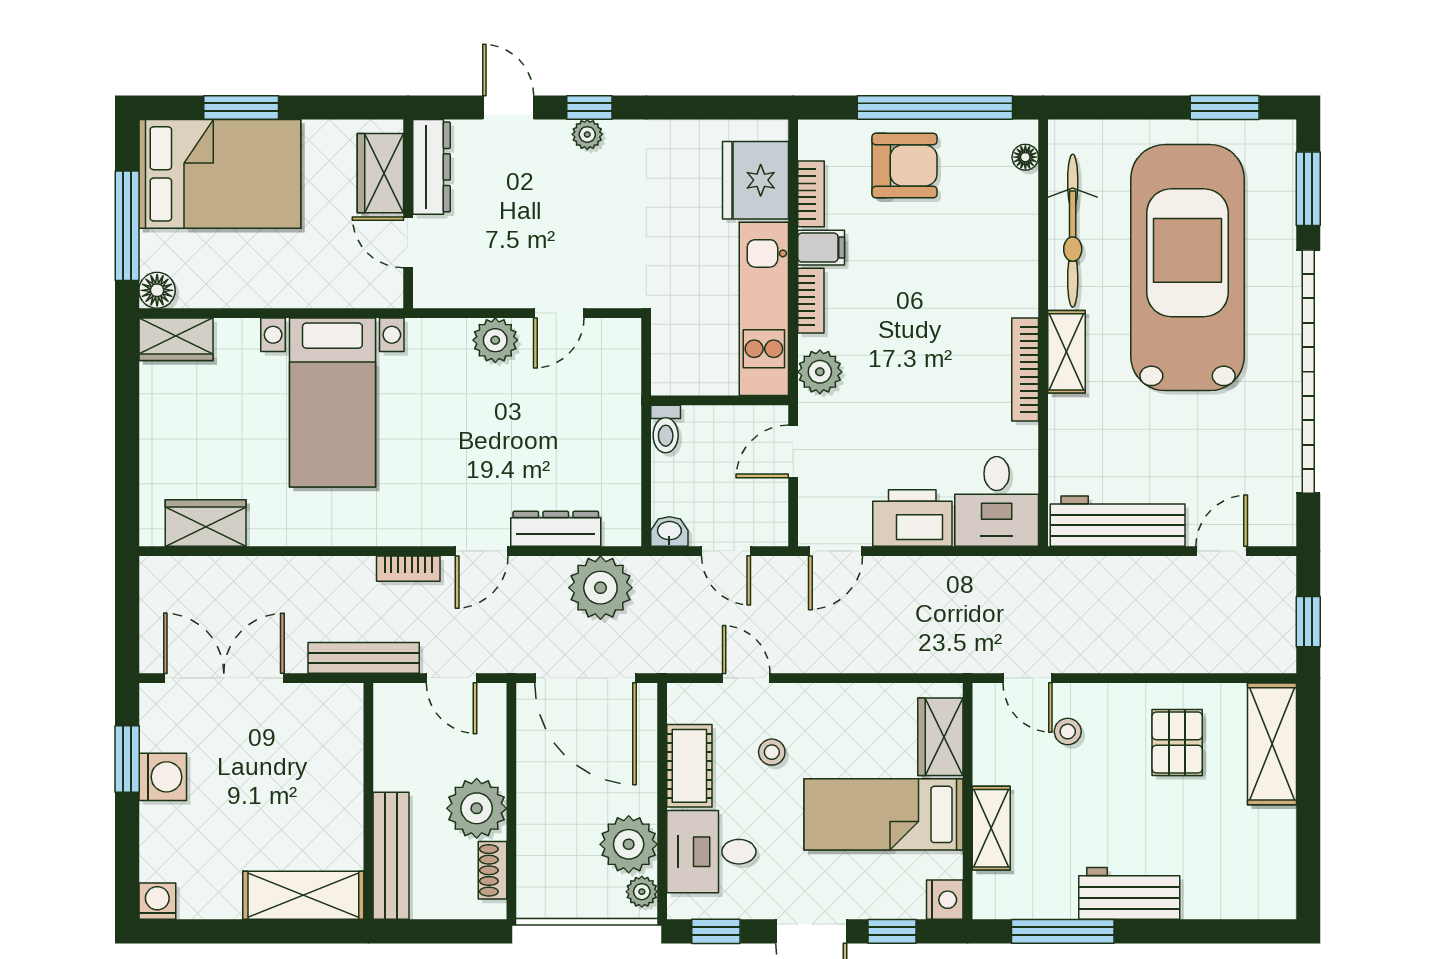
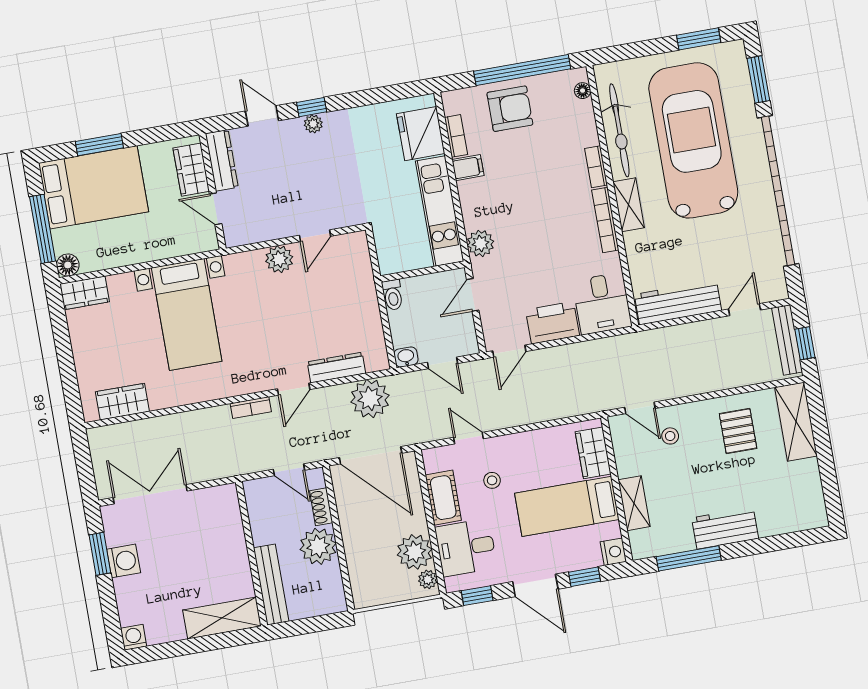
bookcase: (811, 301) -> (596, 167), moved, turned 180
bench: (364, 658) -> (787, 340), moved, turned 90
shoe rack: (492, 870) -> (321, 507), moved

